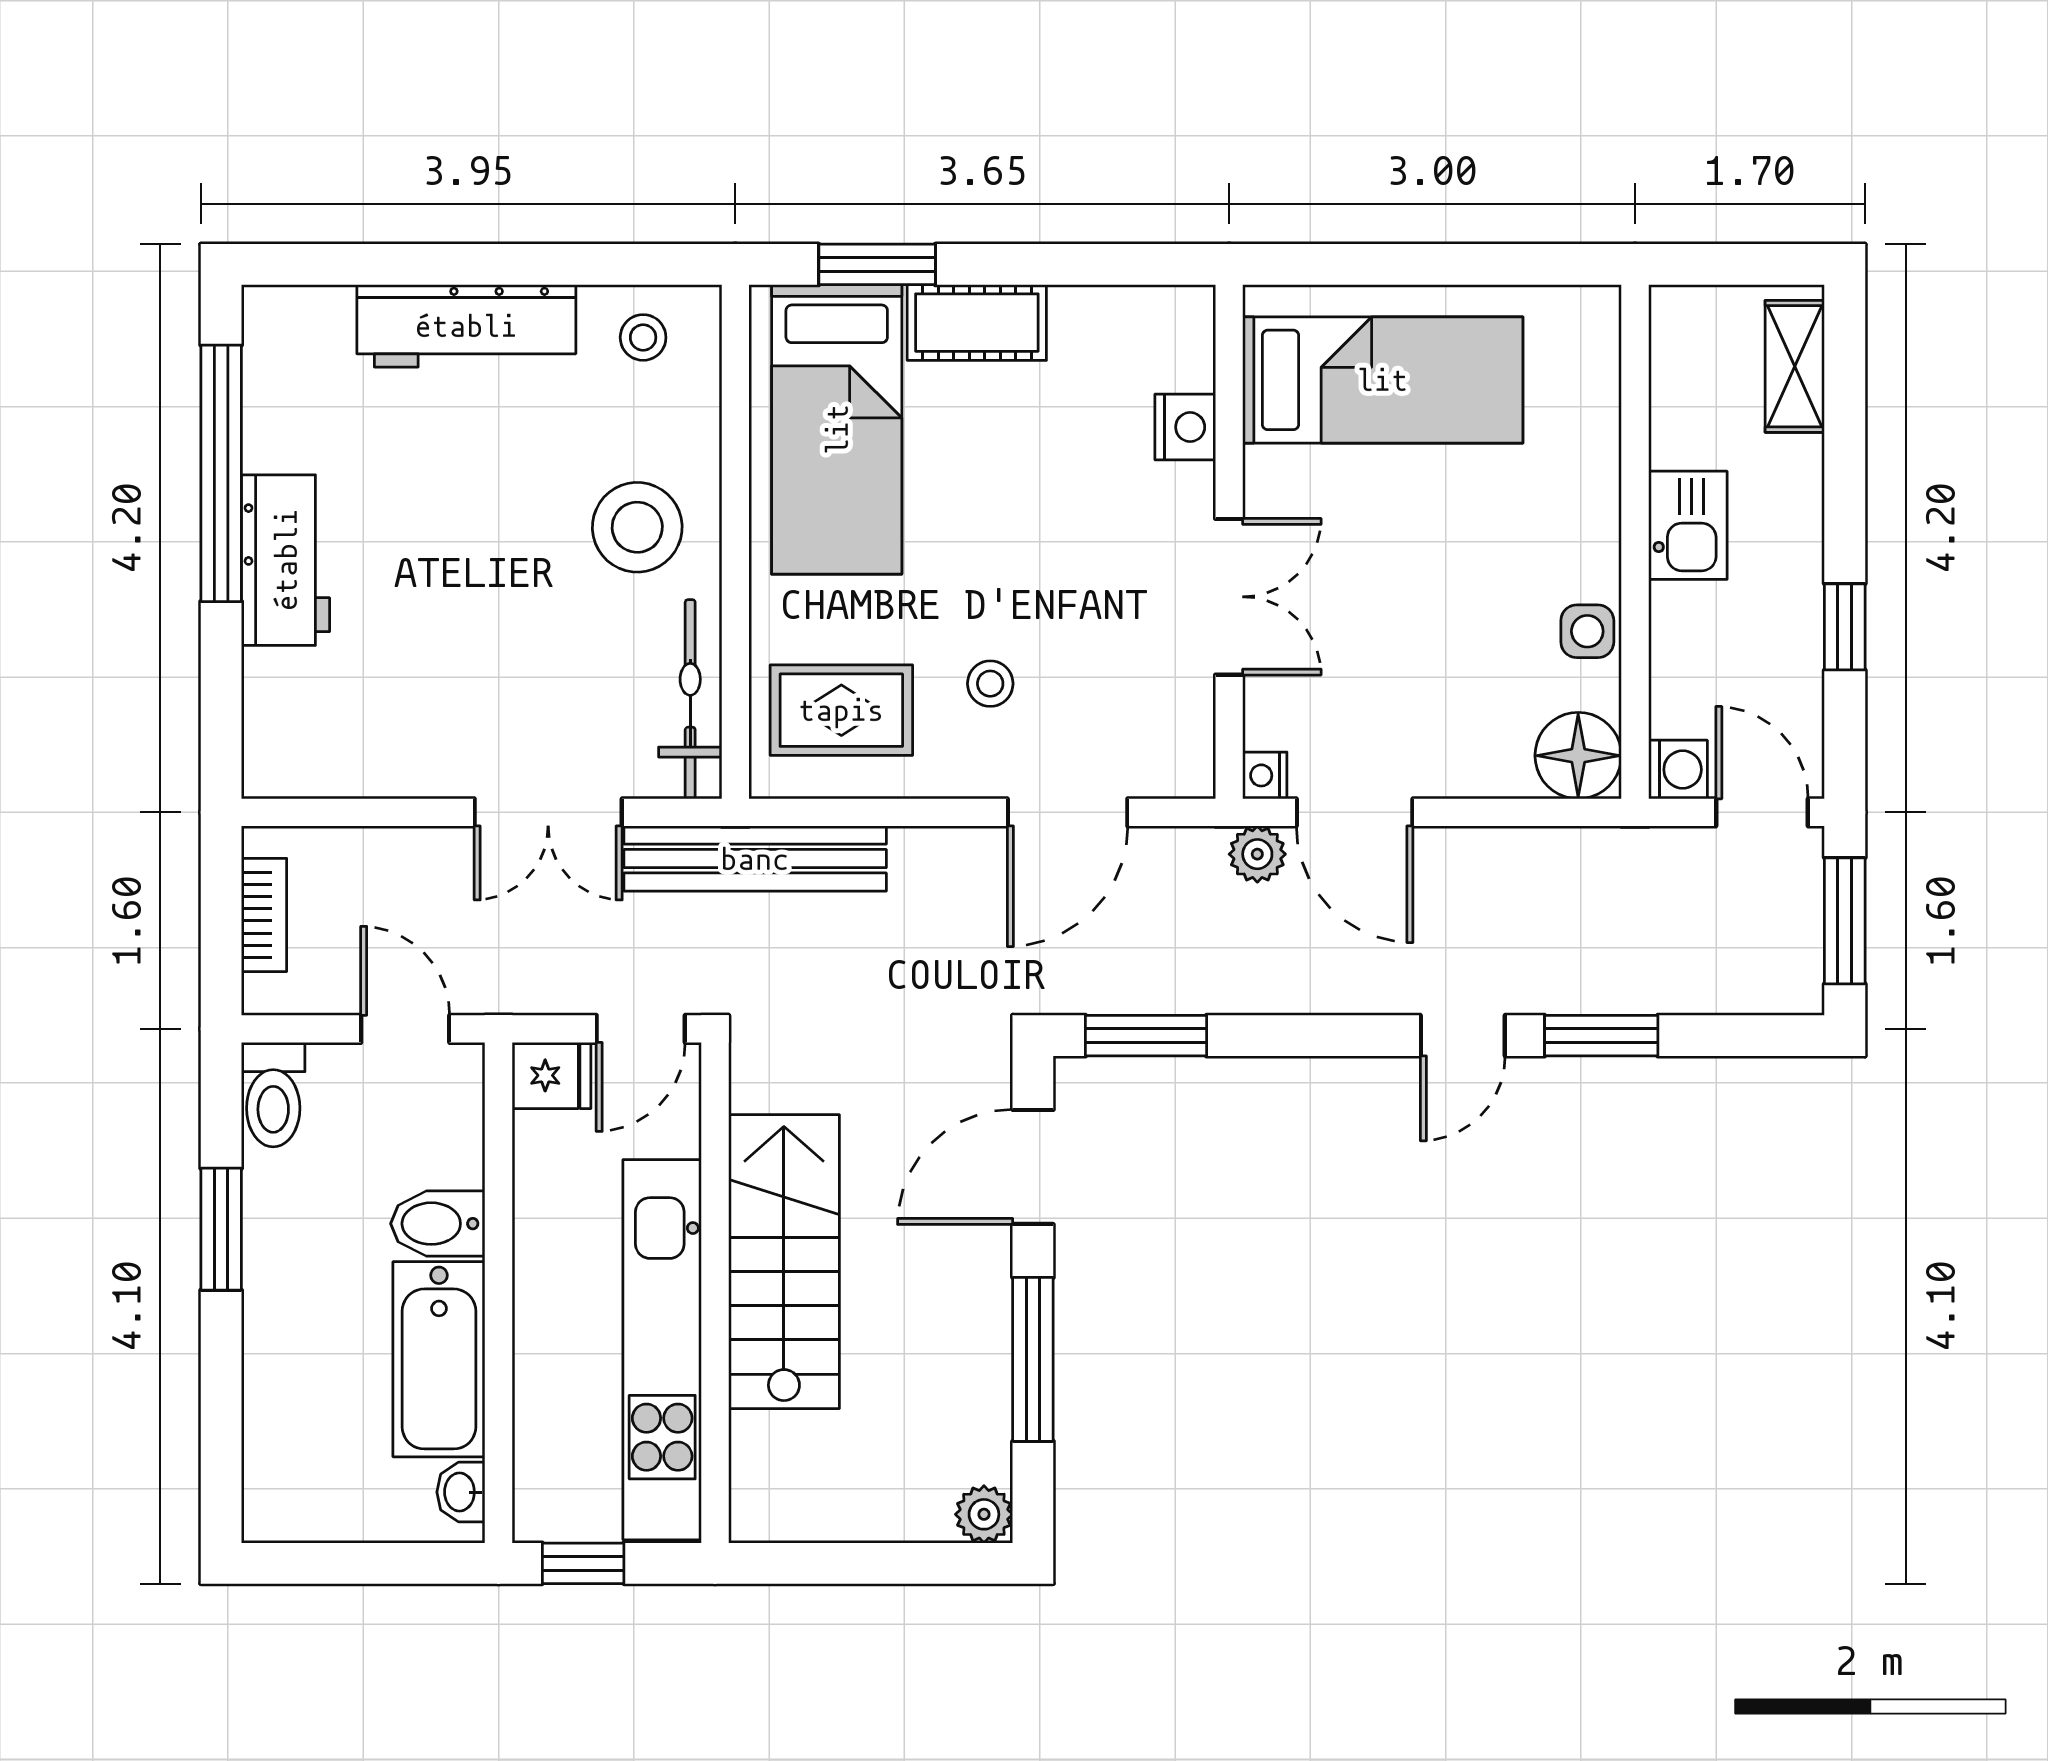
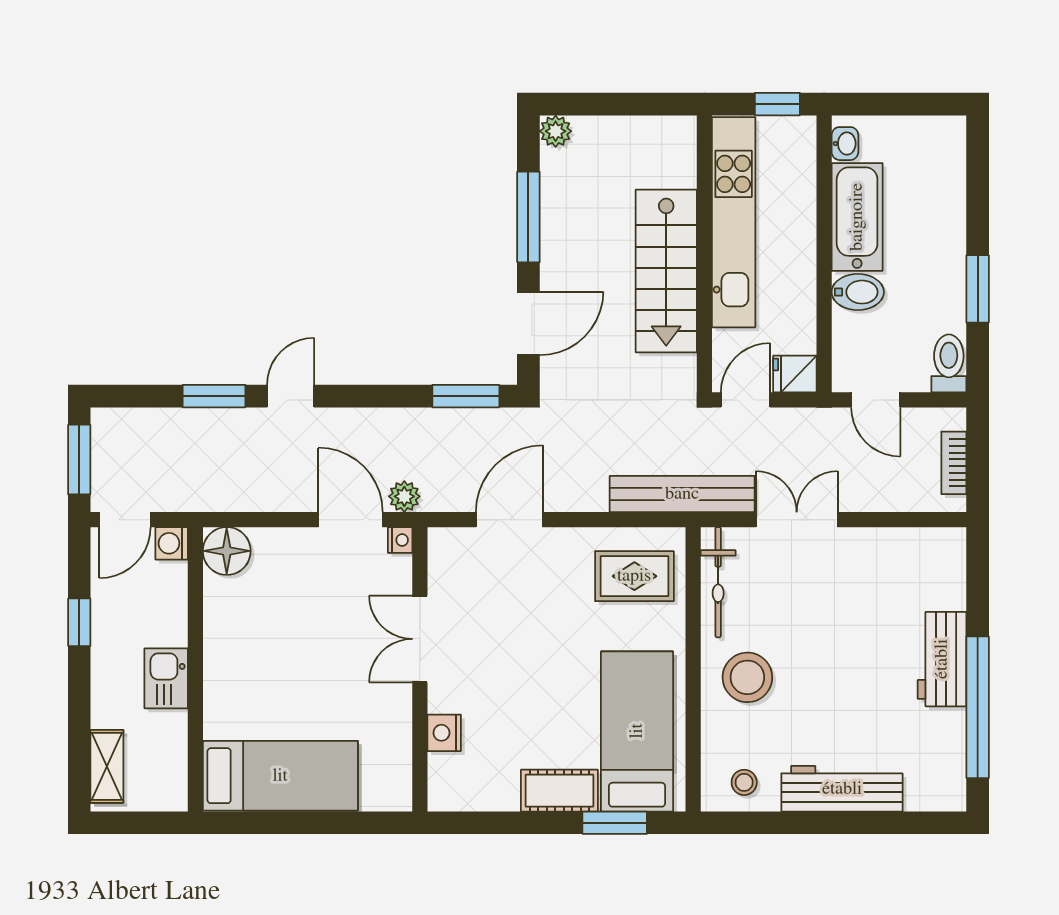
bed: (1383, 380) -> (280, 776), moved, turned 180
side table: (1587, 631) -> (222, 620), removed
stool: (990, 684) -> (552, 591), removed
door: (1762, 812) -> (125, 520), hinge flipped

